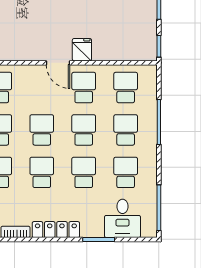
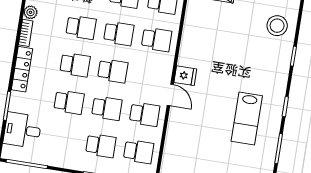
fridge: (82, 50) -> (185, 76), moved
door: (58, 63) -> (170, 95), swing flipped
school desk: (126, 172) -> (63, 140), removed

